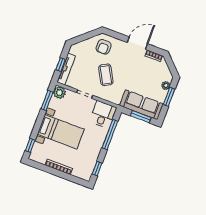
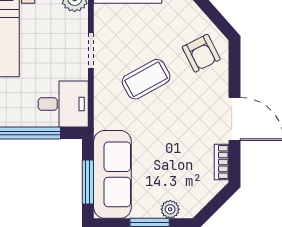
armchair: (104, 47) -> (201, 53), turned -117

